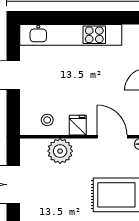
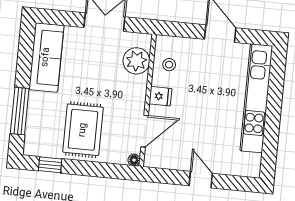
plant: (60, 151) -> (136, 61), moved

